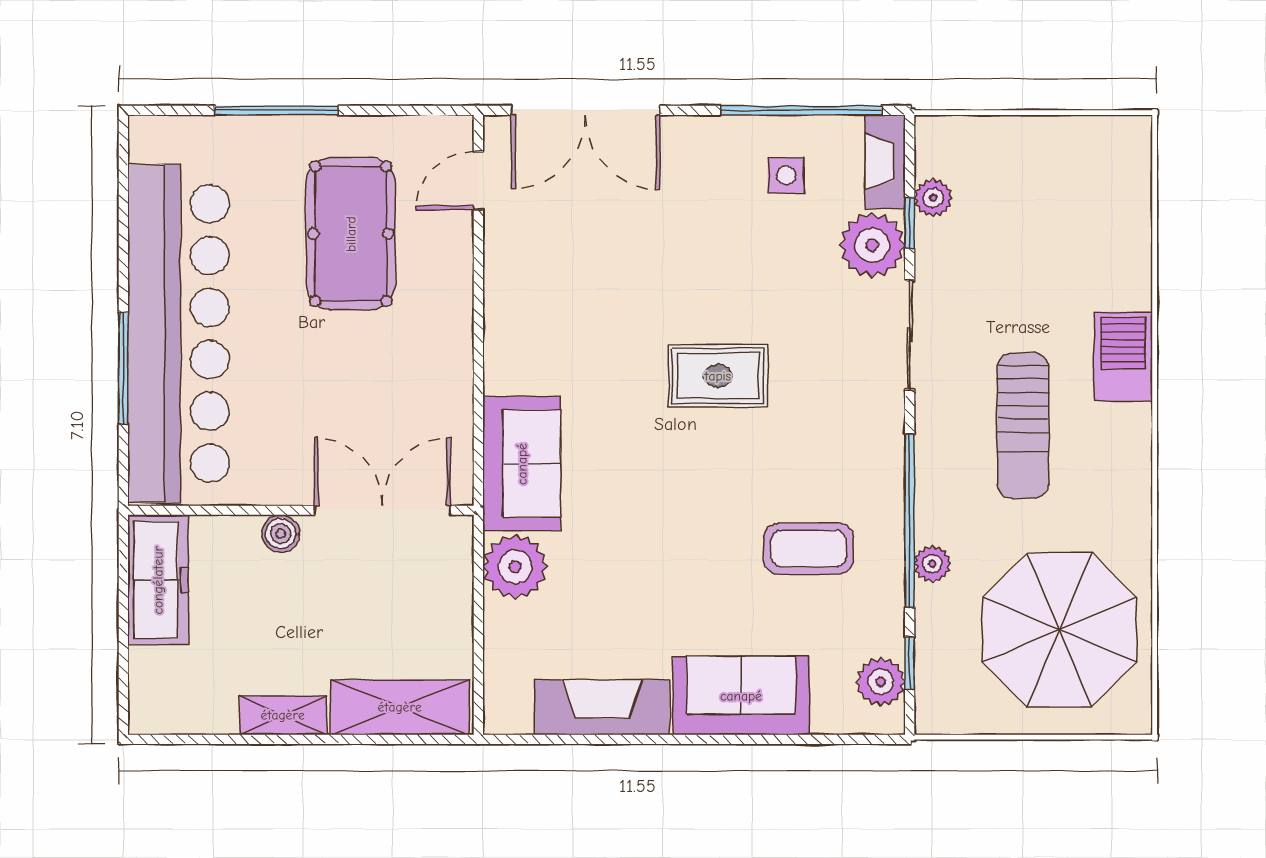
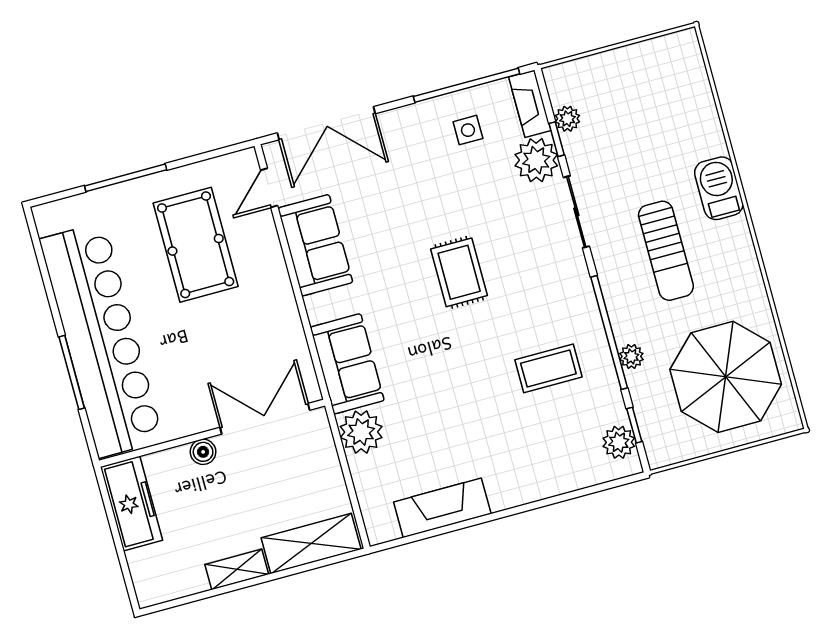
rug: (718, 376) -> (459, 272), turned 90
sofa: (741, 696) -> (315, 245), moved, turned 90

